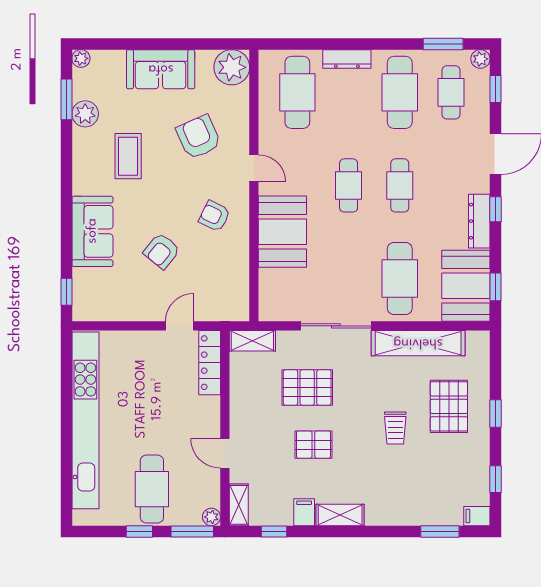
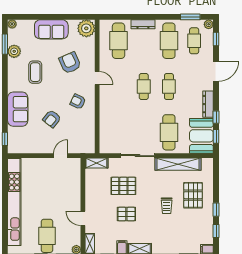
window: (495, 209) -> (216, 117), moved
booth: (282, 232) -> (111, 109), removed
locker: (210, 363) -> (75, 174), removed
window: (495, 414) -> (216, 210), moved

